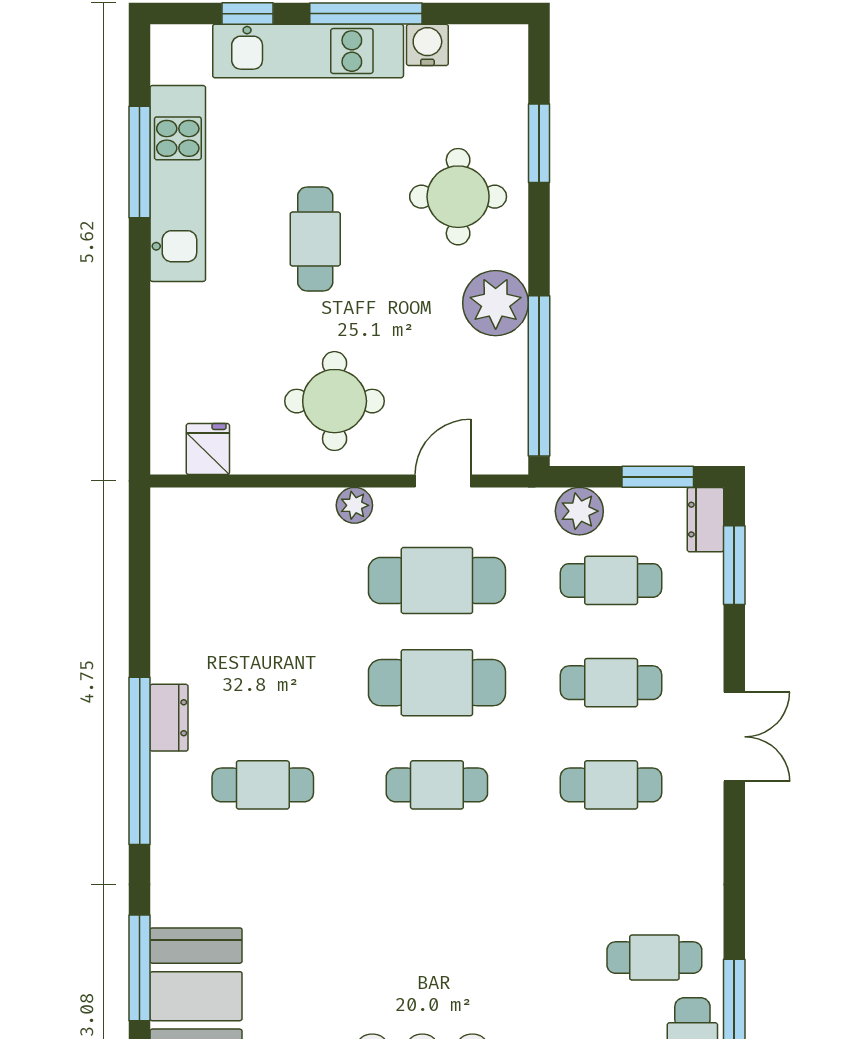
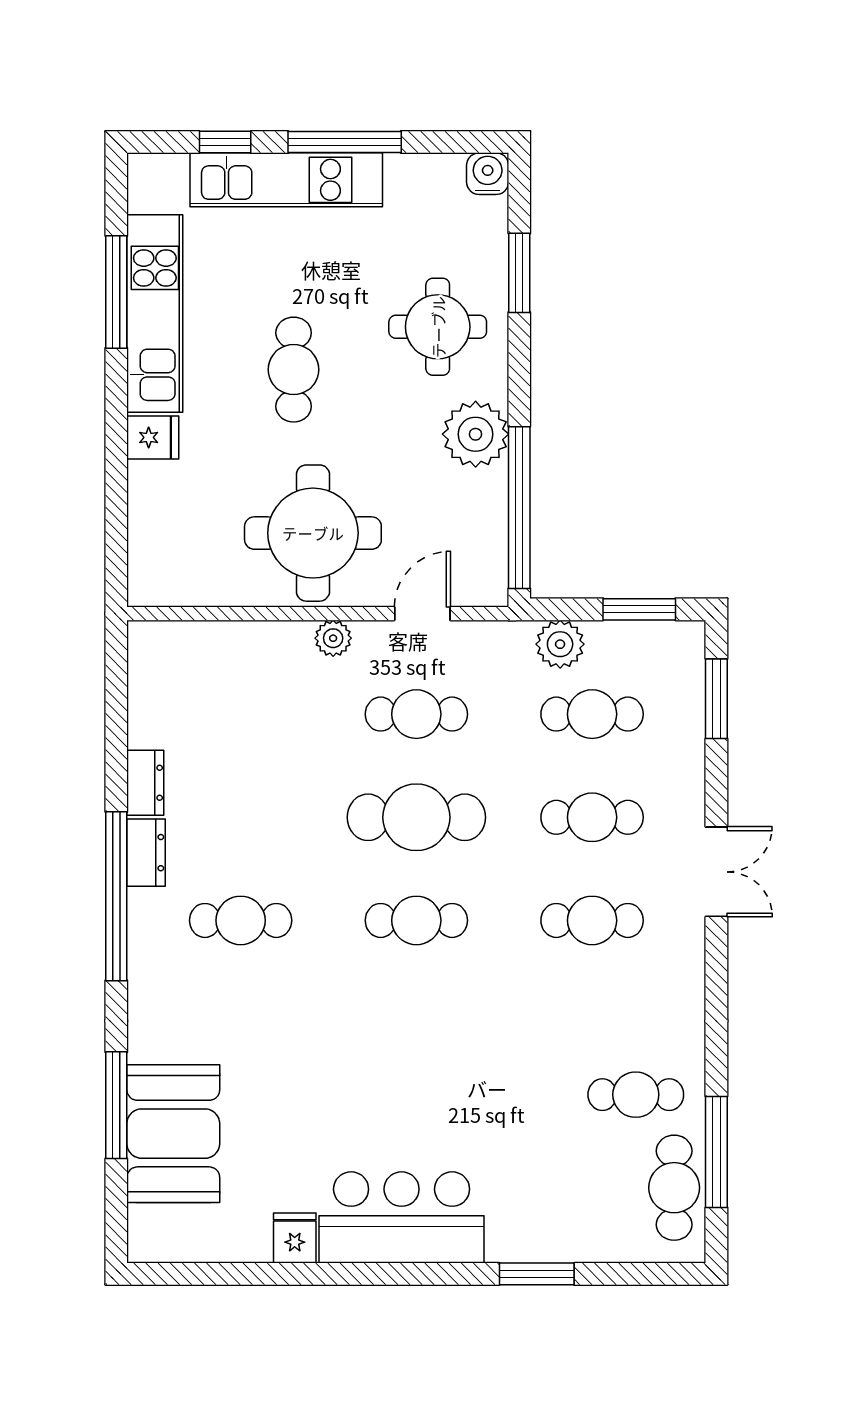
water cooler: (427, 45) -> (488, 174), moved
round table: (335, 401) -> (313, 533), width x1.36, depth x1.36
fridge: (208, 449) -> (153, 437), moved, turned 90
dresser: (706, 520) -> (145, 783), moved, turned 180
cafe table: (437, 580) -> (416, 714), width x0.73, depth x0.74

